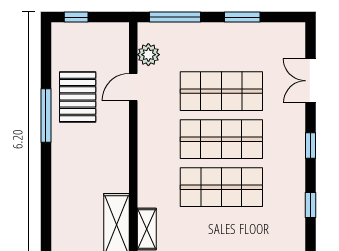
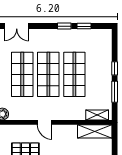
door: (133, 87) -> (45, 122), moved
window: (311, 145) -> (64, 26), moved

